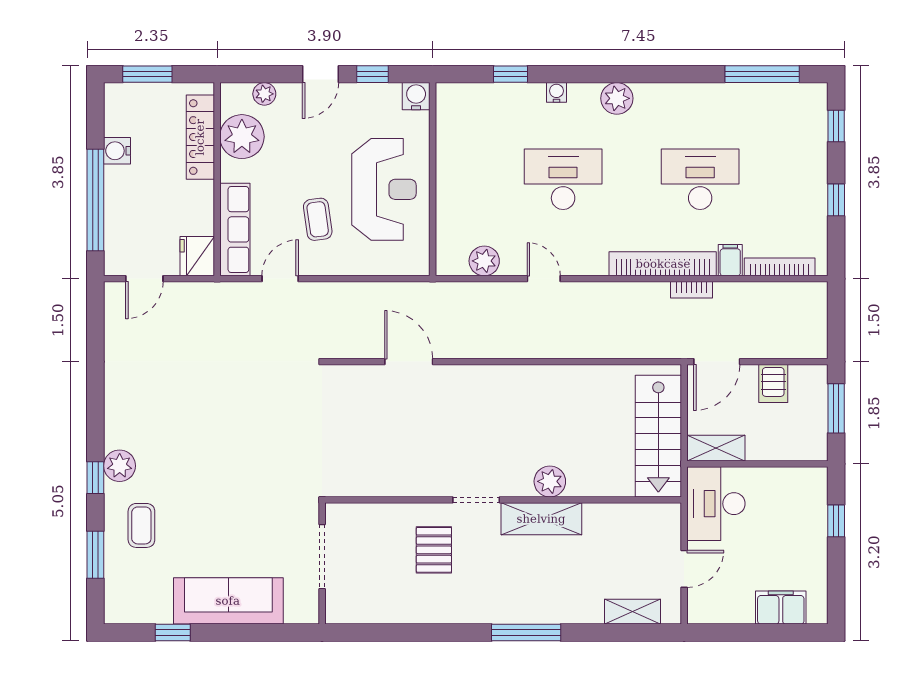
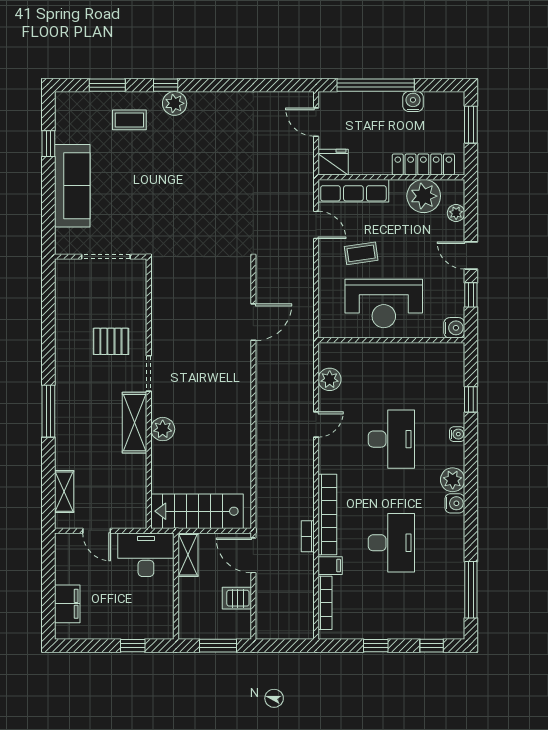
water cooler: (648, 95) -> (455, 503), added

